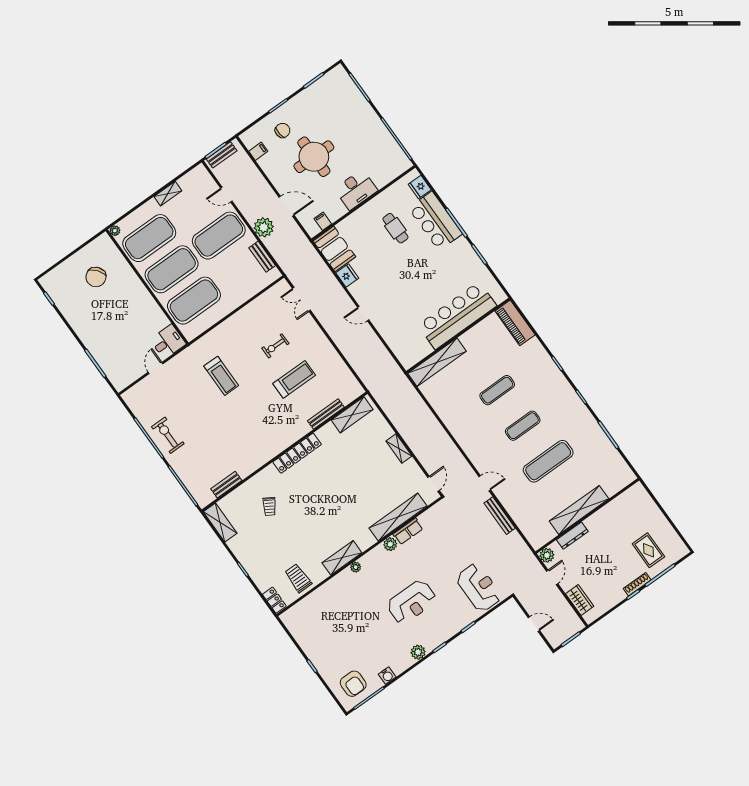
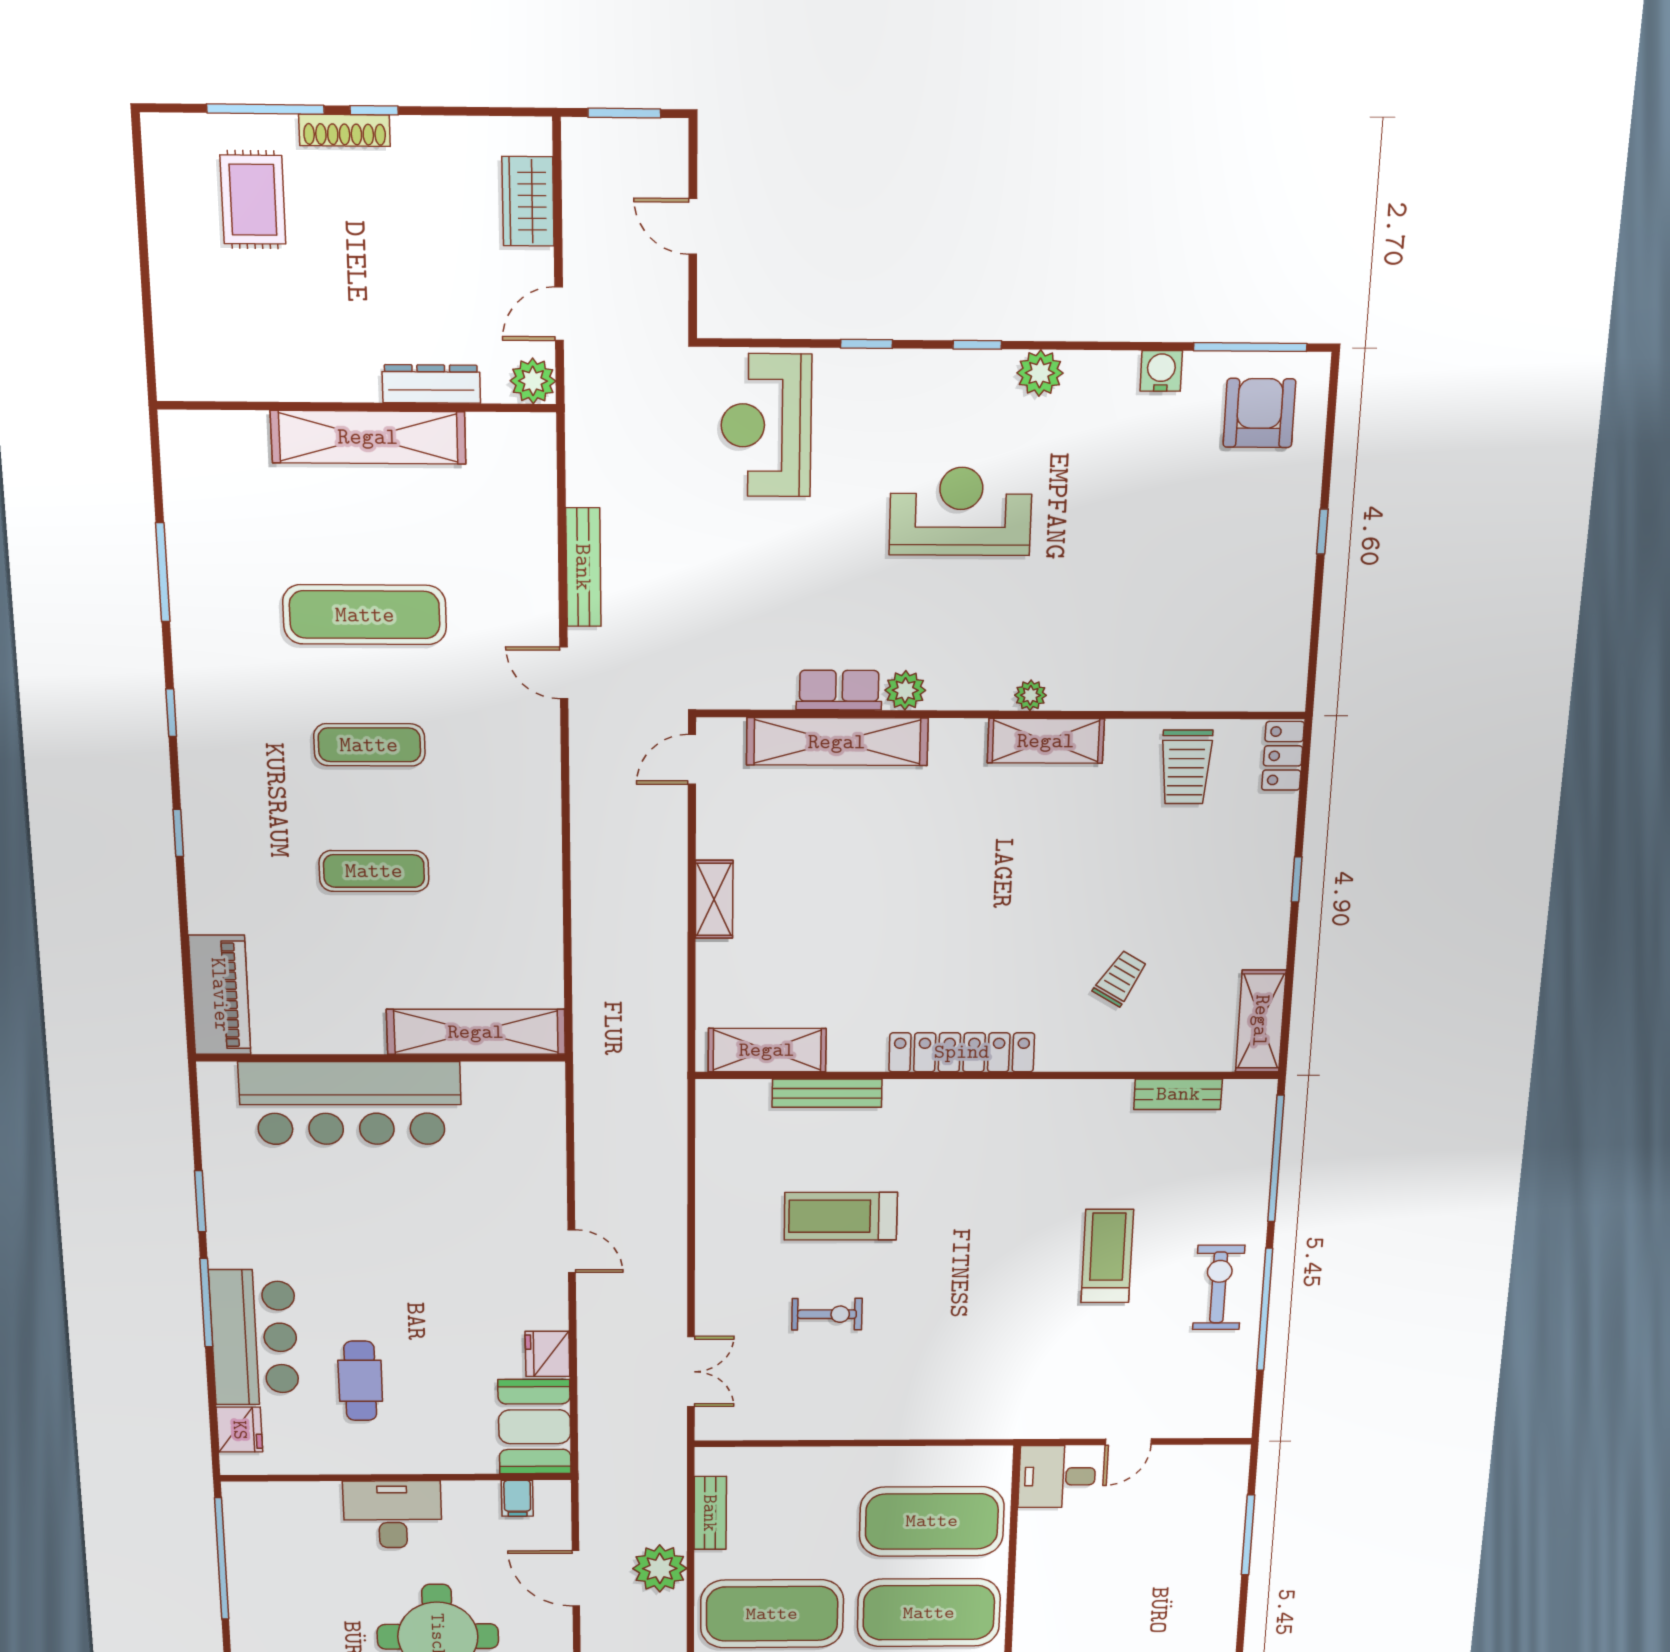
treadmill: (221, 376) -> (1107, 1256), moved
exercise bike: (168, 435) -> (1219, 1287), turned 180

